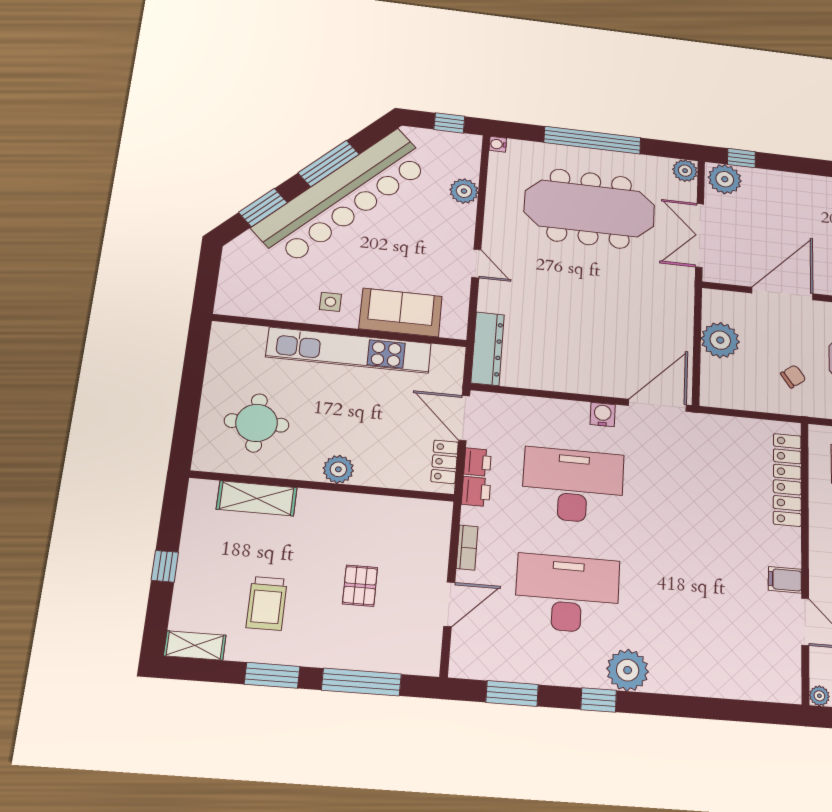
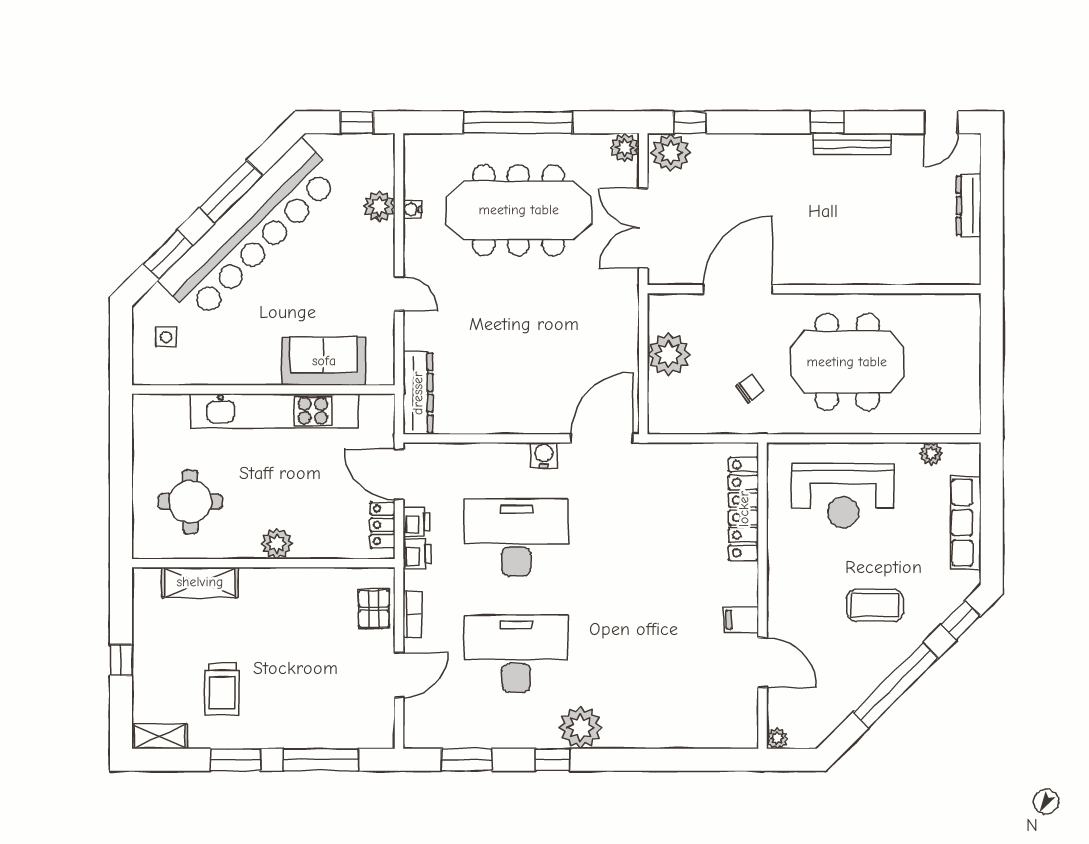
water cooler: (498, 144) -> (412, 209), moved
side table: (330, 302) -> (166, 337), moved
pallet: (360, 586) -> (374, 609), moved

